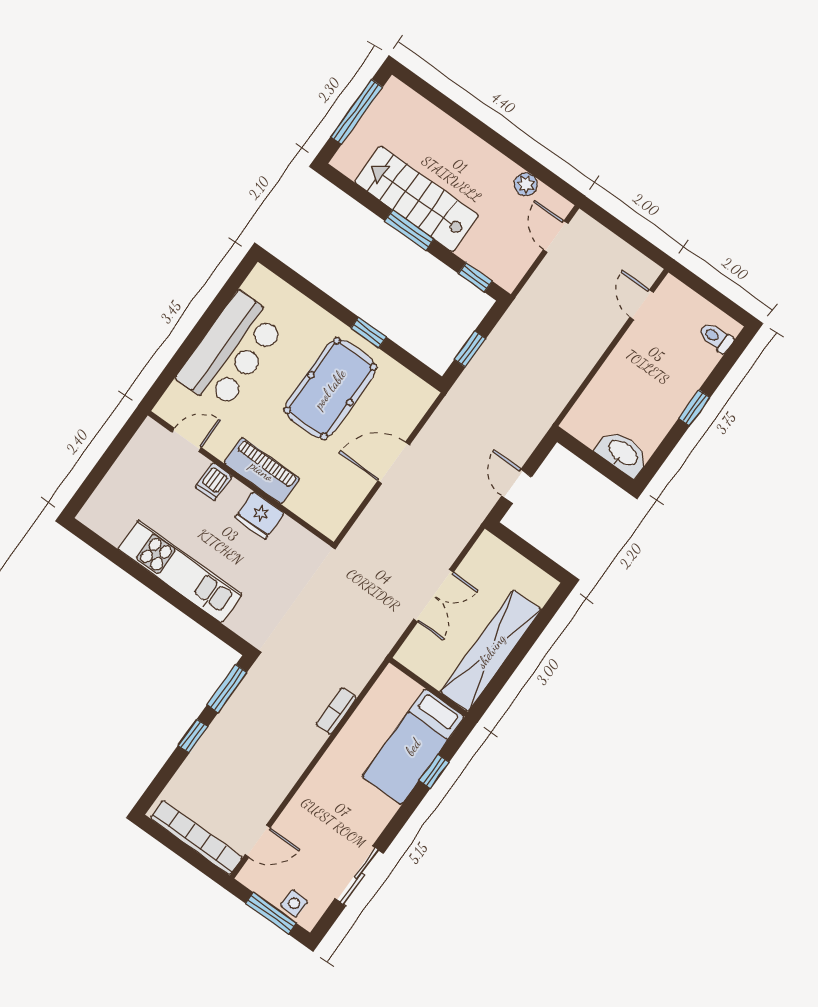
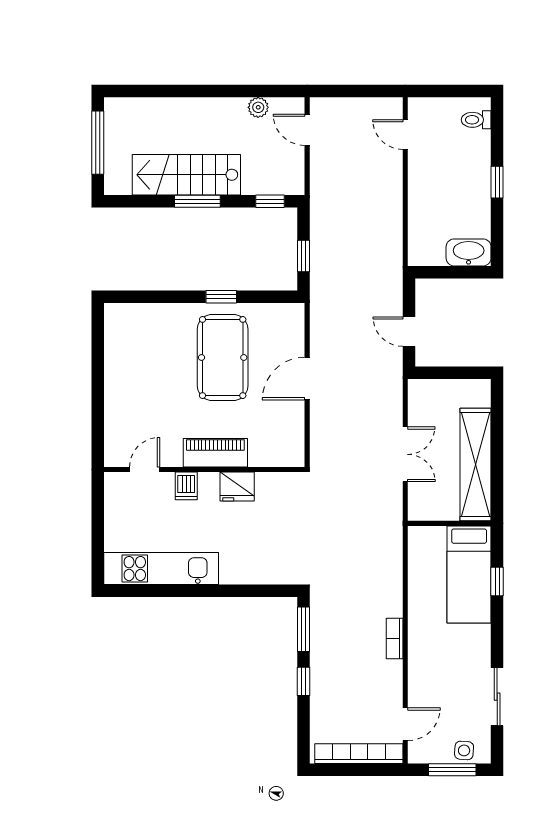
bar counter: (231, 351) -> (131, 382), removed
kitchen unit: (180, 571) -> (161, 569), moved
bookcase: (336, 711) -> (395, 639), moved

